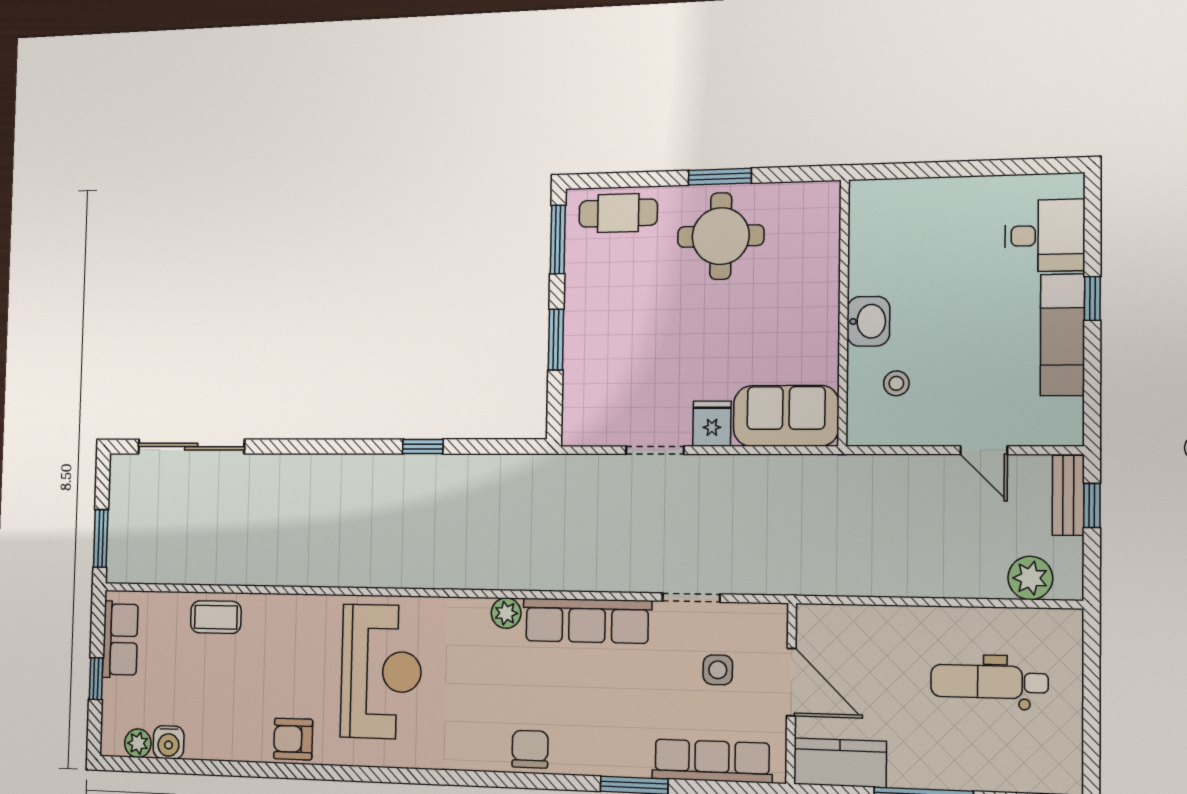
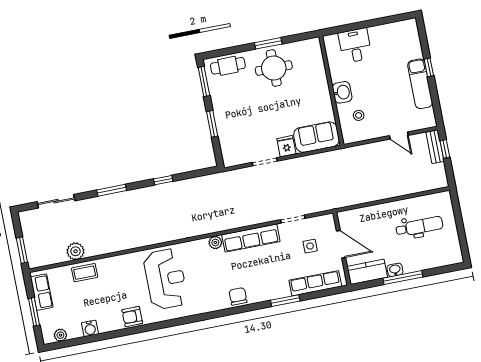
desk: (1045, 236) -> (355, 46), moved, turned -90
sliding door: (191, 447) -> (56, 201), width x0.73
window: (310, 447) -> (112, 190), added
plant: (1030, 578) -> (76, 251), moved
window: (96, 679) -> (34, 312), width x1.50
dental chair: (989, 682) -> (419, 226), turned 180
water cooler: (169, 742) -> (90, 328), moved
washbasin: (908, 774) -> (395, 270), added

